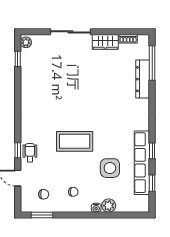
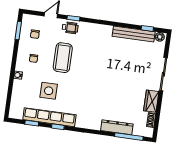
bench: (27, 75) -> (134, 34), added
coffee table: (75, 141) -> (63, 58), moved
plant: (109, 206) -> (18, 86), removed

